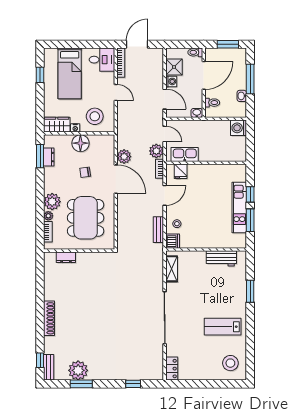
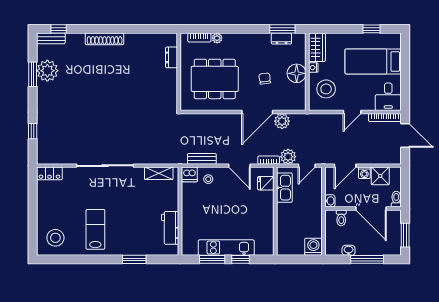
plant: (52, 202) -> (233, 42), removed

